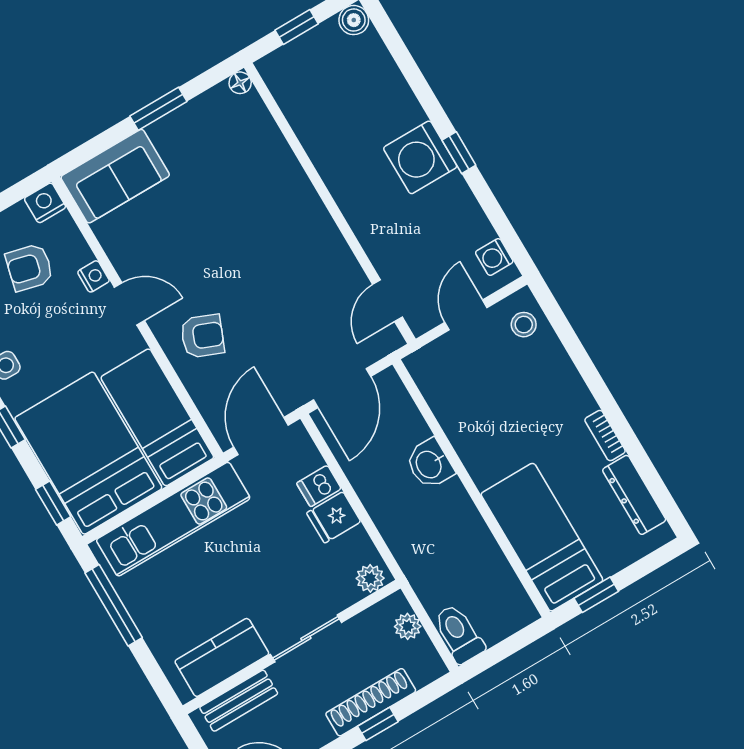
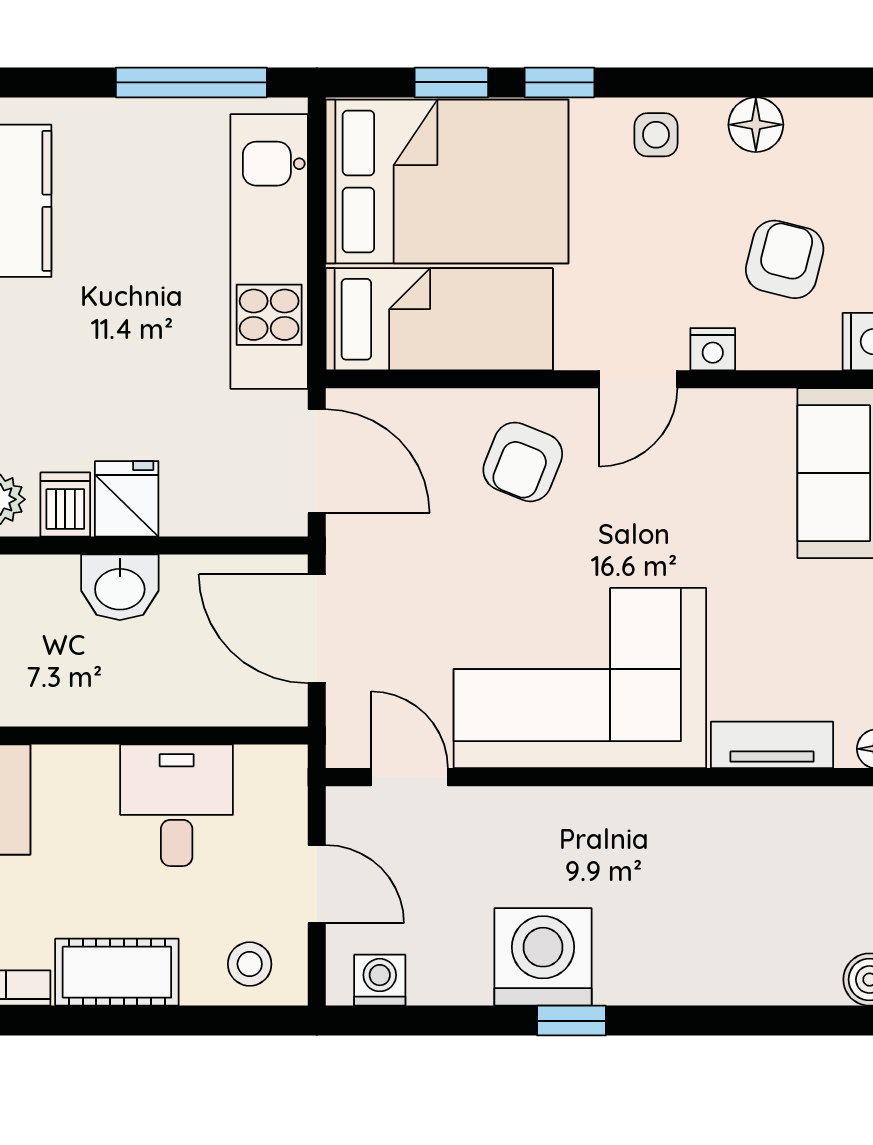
tv unit: (268, 134) -> (772, 745), added
washing machine: (420, 157) -> (543, 957), moved
corner sofa: (291, 247) -> (580, 678), added
cot: (566, 386) -> (117, 972), added
desk: (468, 405) -> (177, 805), added
washbasin: (430, 464) -> (120, 587), moved, turned 180
dishwasher: (319, 486) -> (65, 505), moved
window: (53, 503) -> (451, 82), moved

